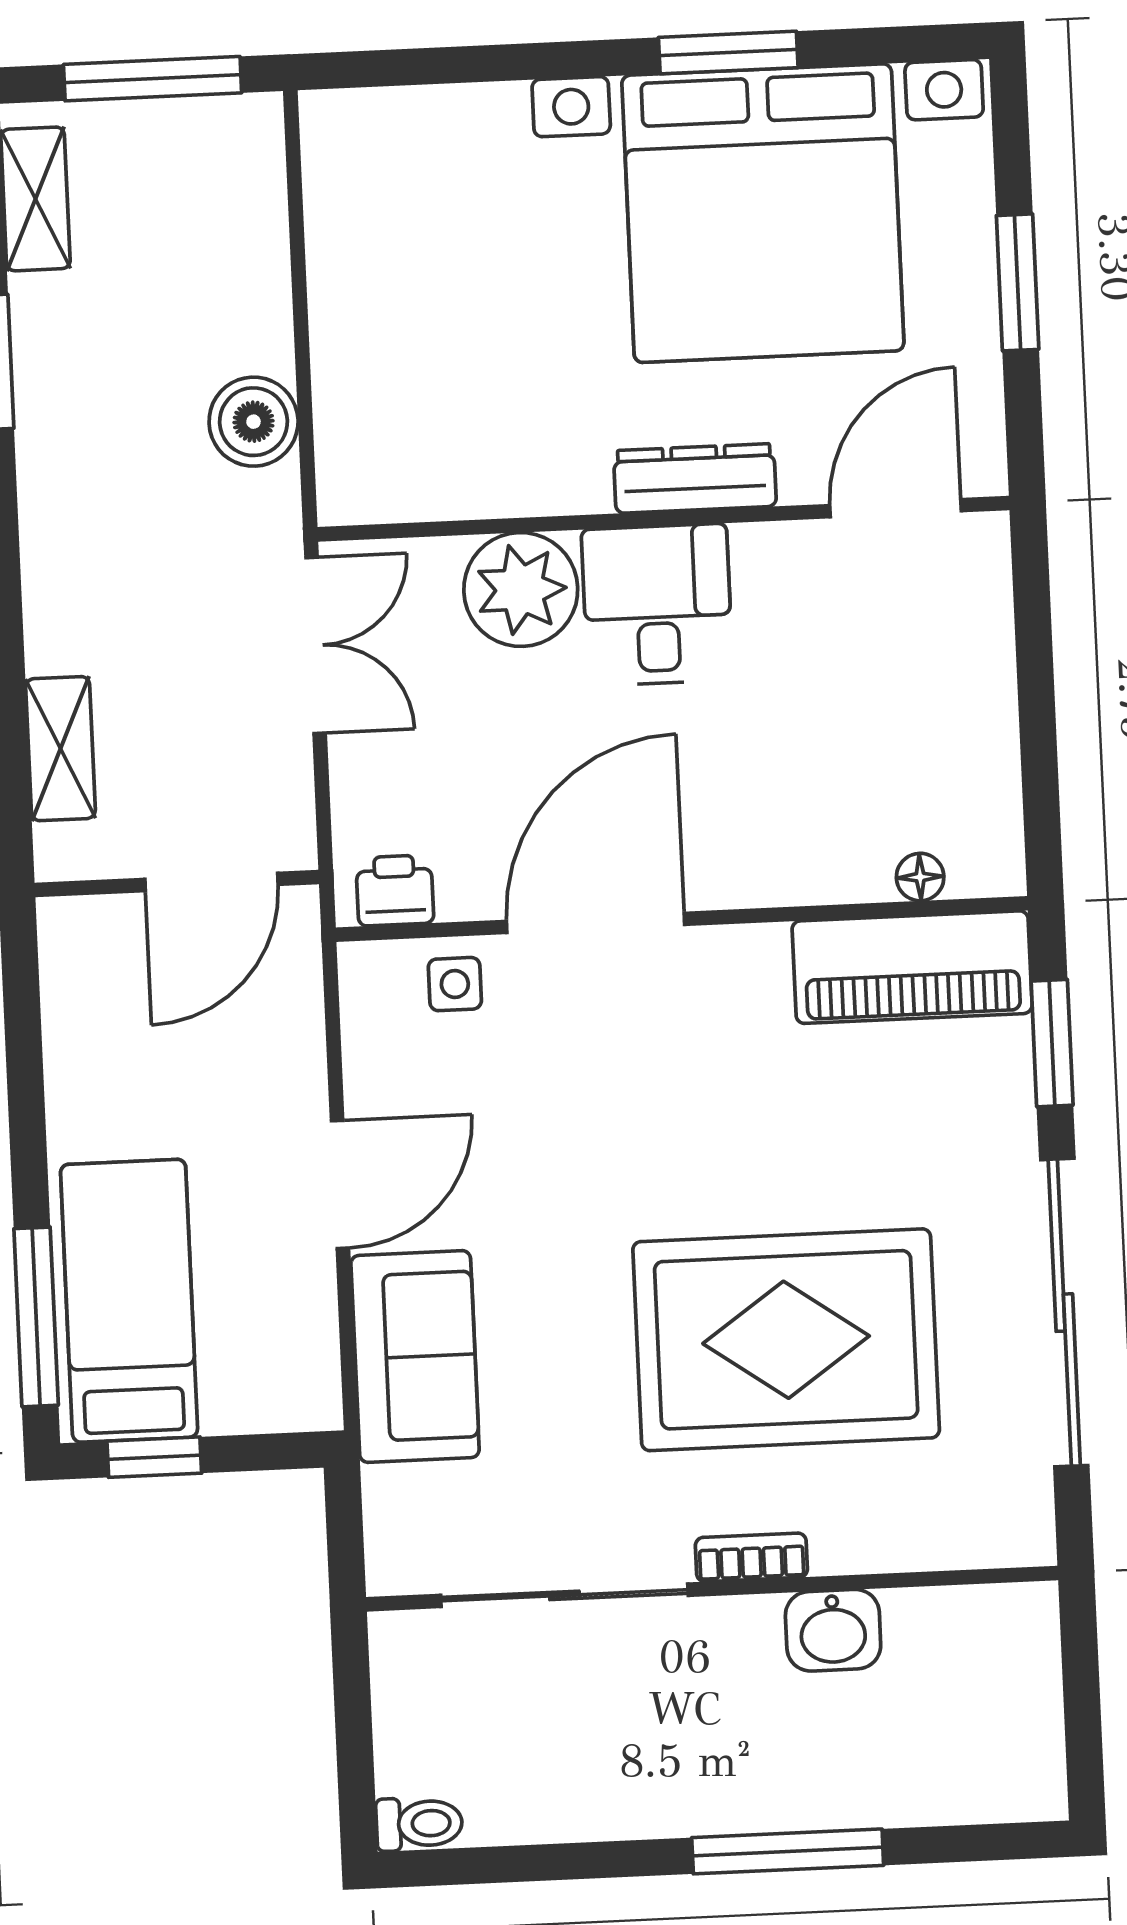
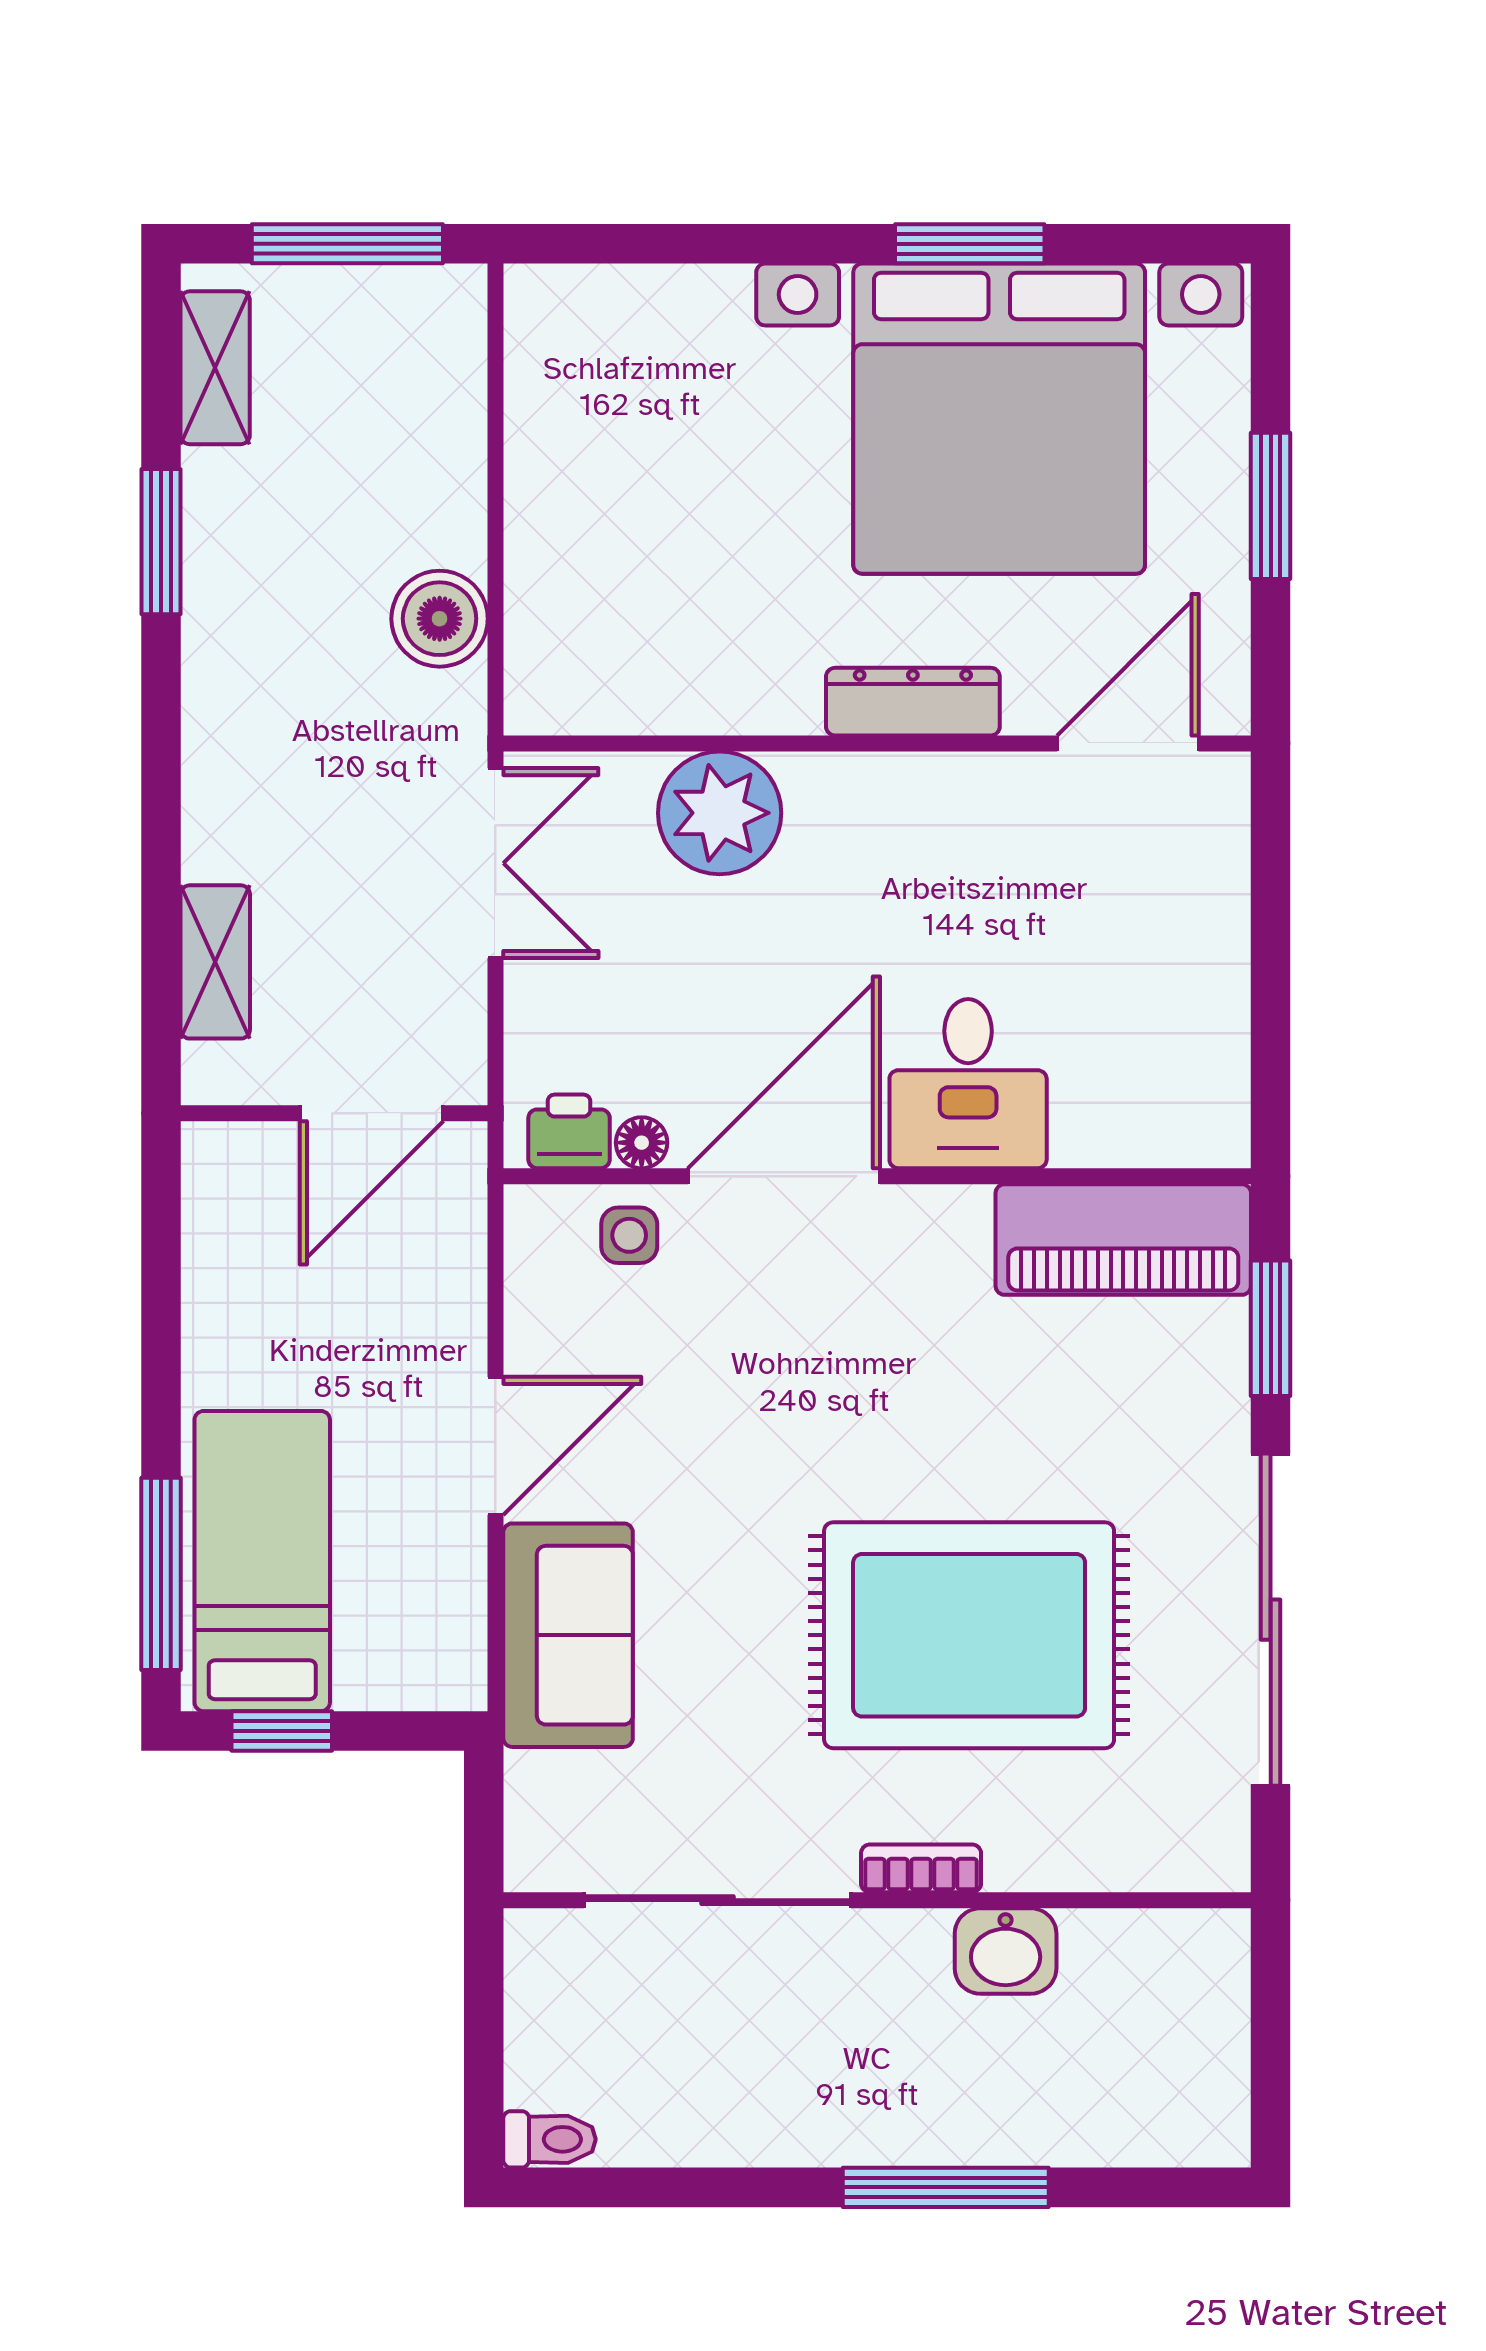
desk: (657, 605) -> (968, 1084), moved, turned 180
floor lamp: (920, 877) -> (642, 1143), moved

